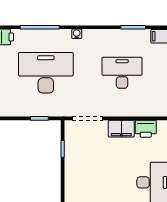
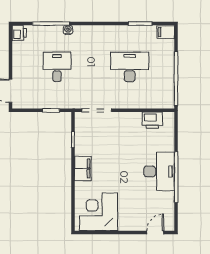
water cooler: (77, 34) -> (68, 30), moved
desk: (46, 73) -> (57, 67), width x0.53, depth x0.77
filing cabinet: (121, 129) -> (83, 168), moved, turned -90

